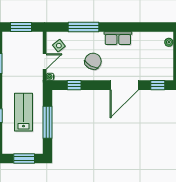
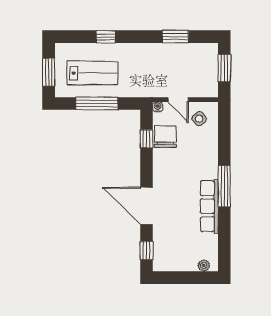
window: (83, 27) -> (224, 186), moved
row of seats: (118, 38) -> (209, 206), width x1.48
chair: (93, 61) -> (165, 137), moved, turned -118
lab bench: (23, 112) -> (92, 73), moved

